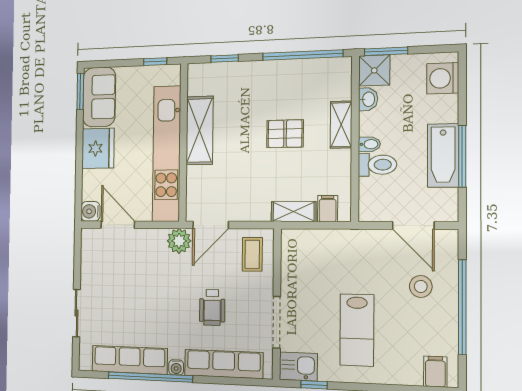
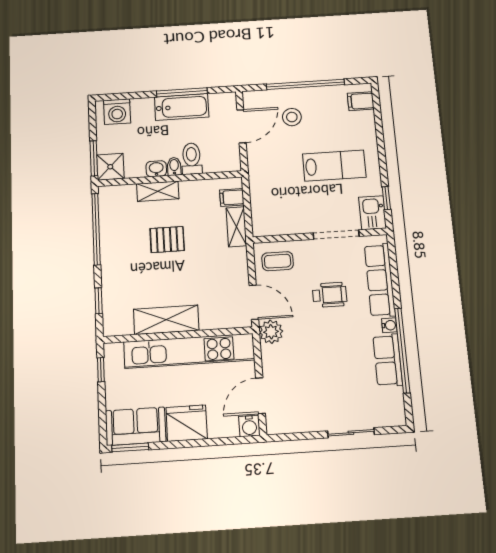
washbasin: (368, 99) -> (156, 169), moved
pallet: (285, 134) -> (167, 240), turned 90
row of seats: (130, 360) -> (388, 360), width x0.68

